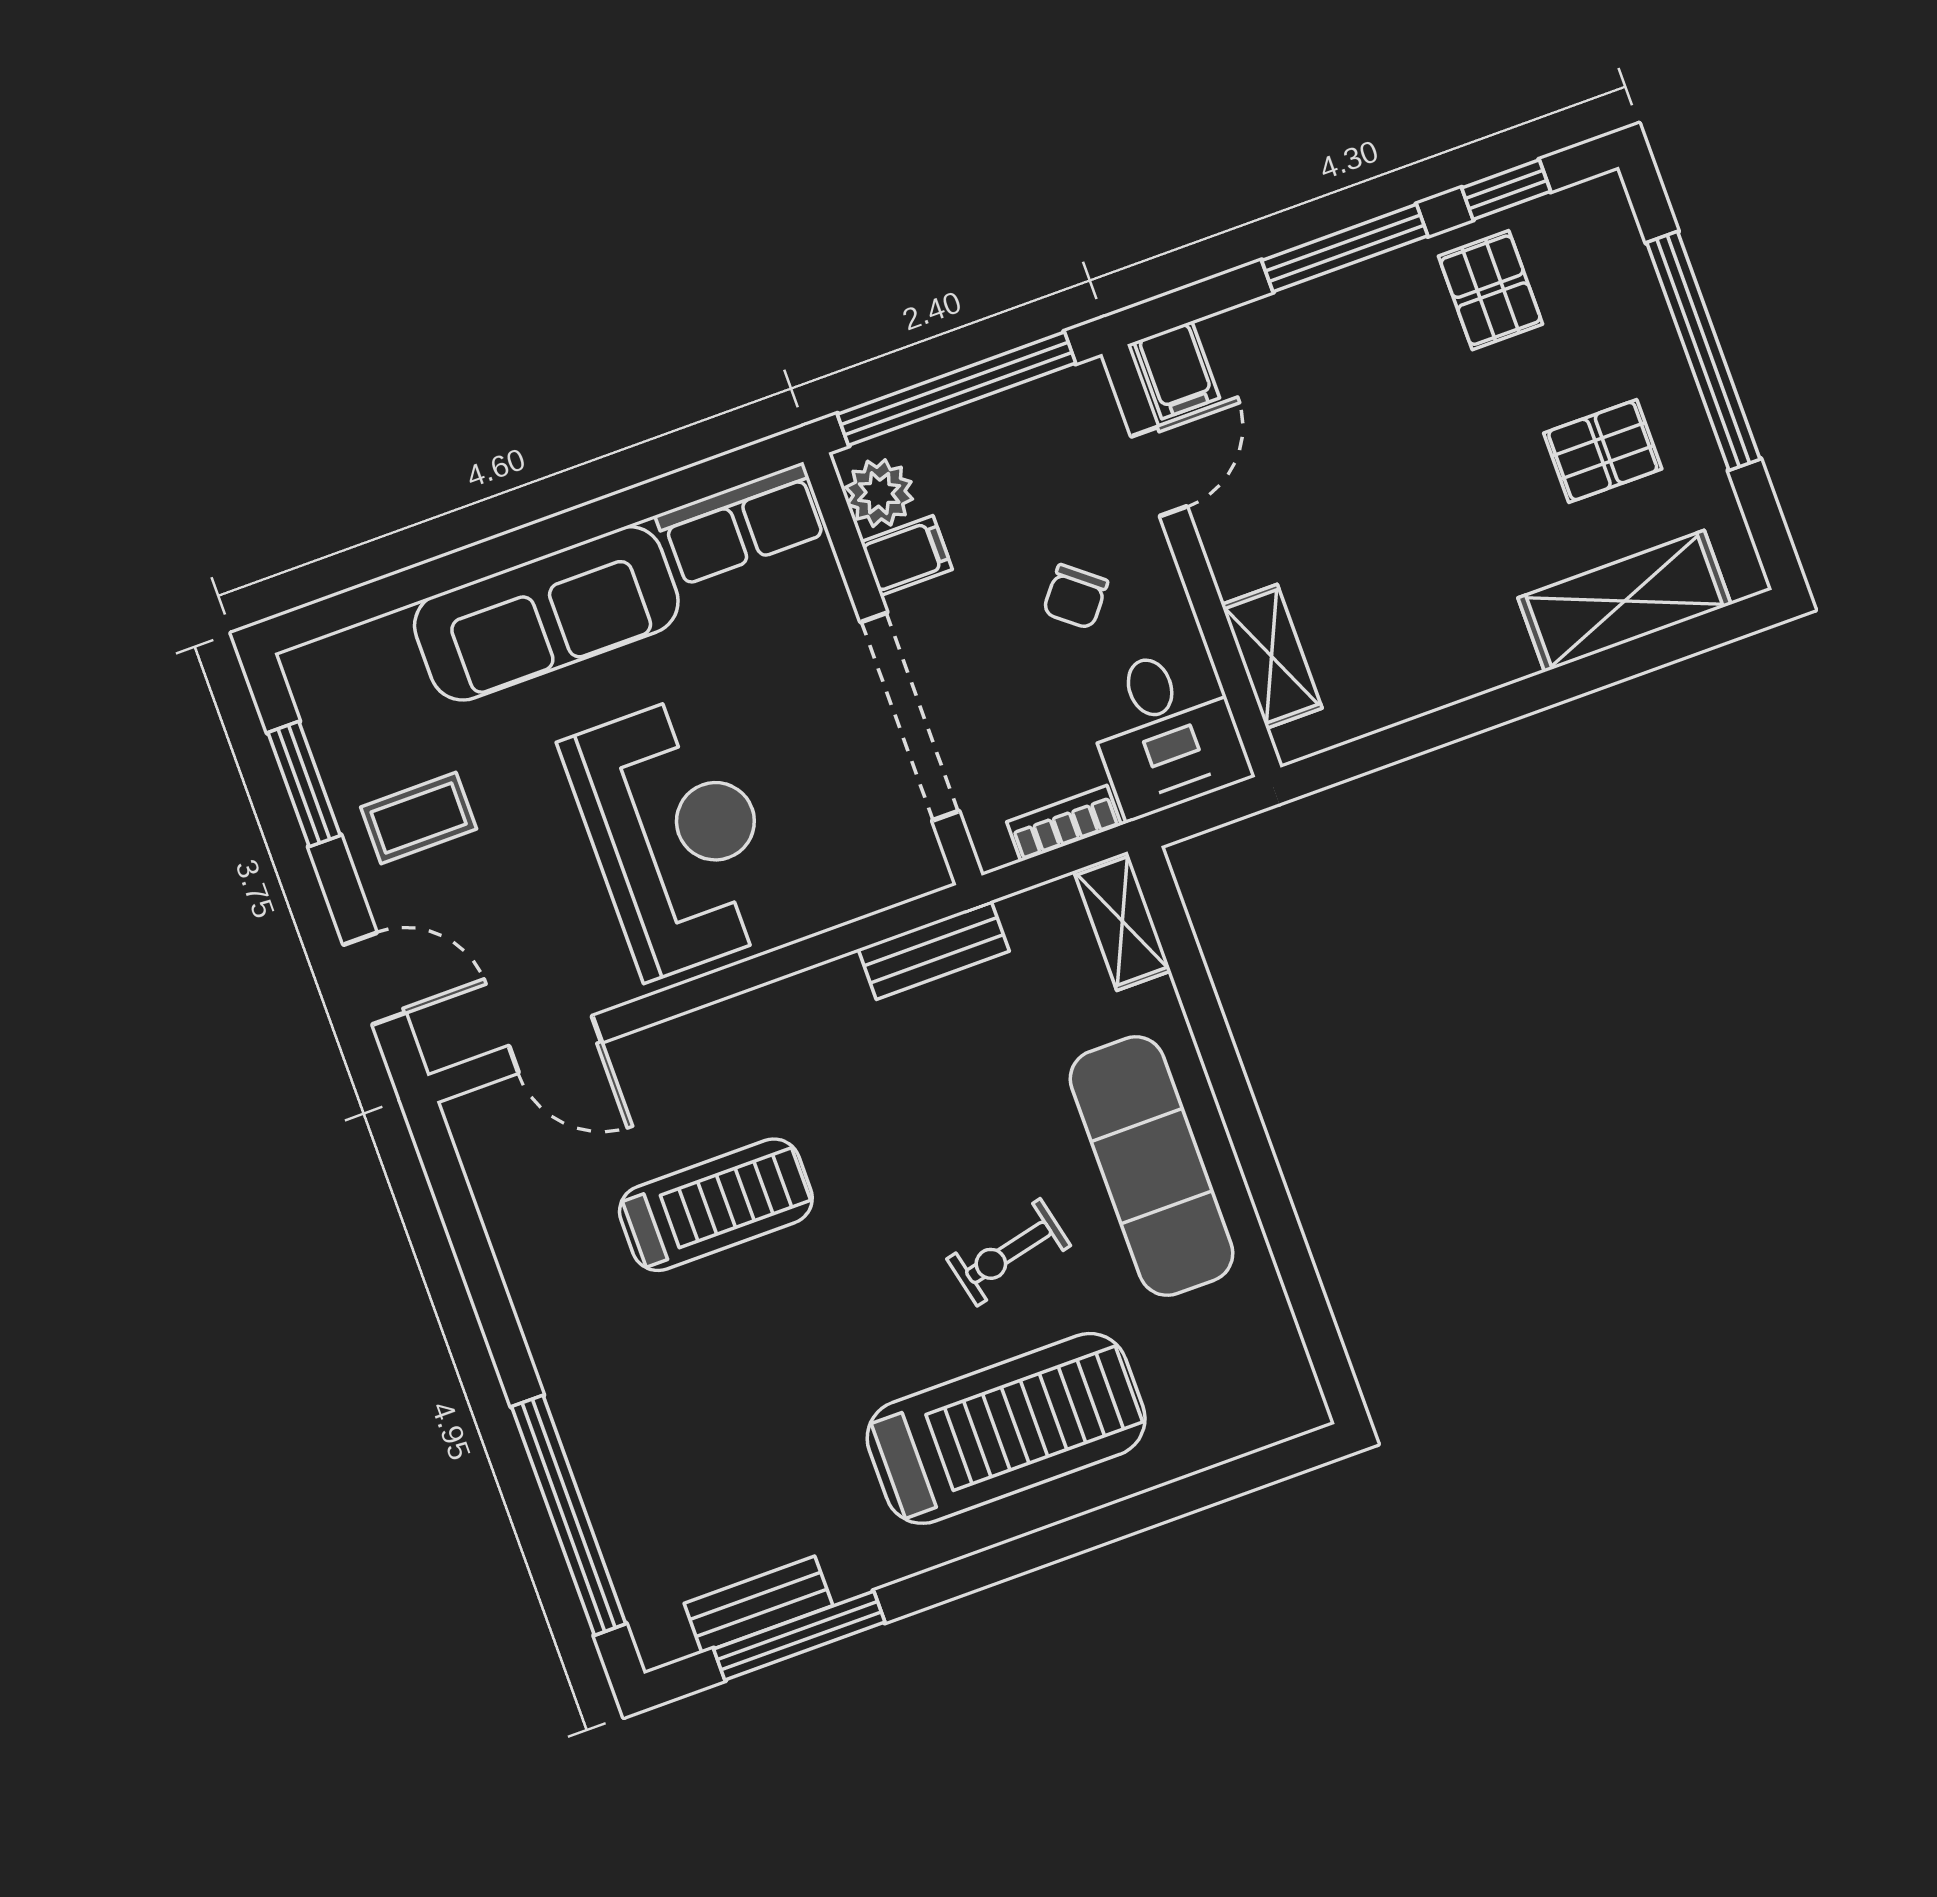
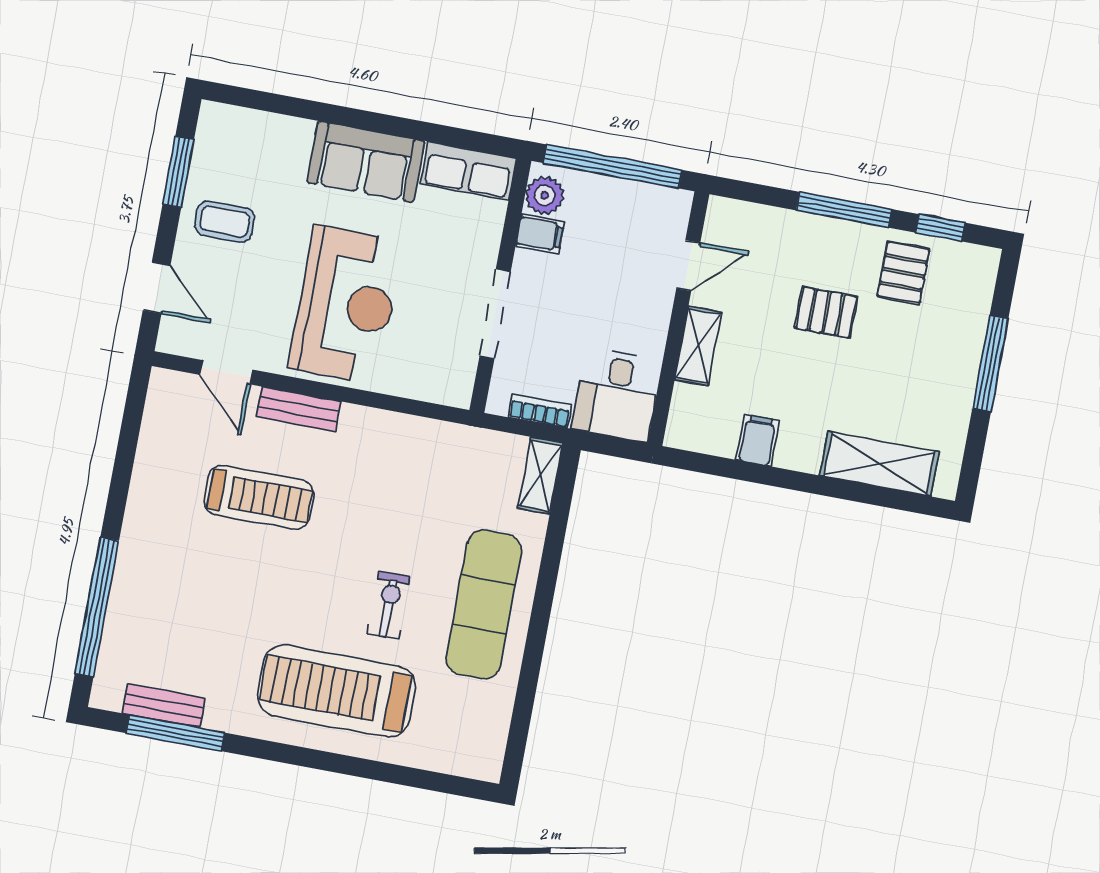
window: (1703, 351) -> (990, 364), width x0.68
filing cabinet: (1177, 370) -> (758, 440), moved, turned 180
pallet: (1603, 451) -> (826, 312), moved
chair: (1075, 597) -> (611, 303), removed
sofa: (546, 613) -> (366, 162), width x0.73
shelving: (1272, 656) -> (698, 346), moved
doorway: (910, 716) -> (495, 314), width x0.73
bench: (934, 950) -> (298, 409), moved
exercise bike: (1009, 1252) -> (389, 605), turned 103
treadmill: (1006, 1428) -> (337, 691), turned 180

